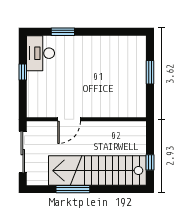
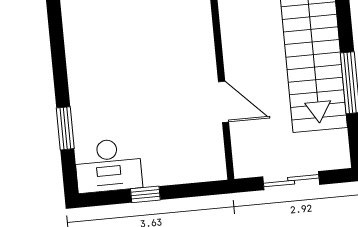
sliding door: (23, 152) -> (291, 181), width x0.73

